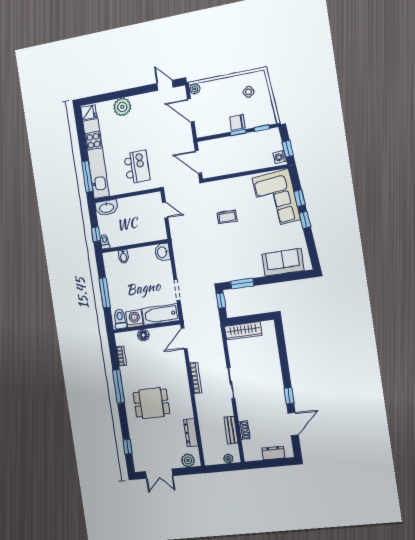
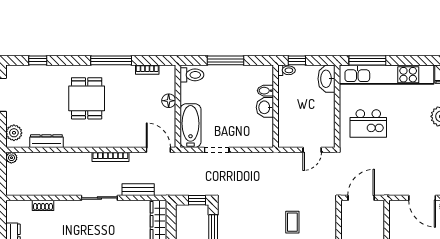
door: (191, 110) -> (422, 198), swing flipped
washbasin: (162, 252) -> (265, 107), moved, turned -90
washing machine: (134, 319) -> (190, 93), removed
bench: (231, 430) -> (138, 190), moved
plant: (228, 459) -> (11, 158), moved

